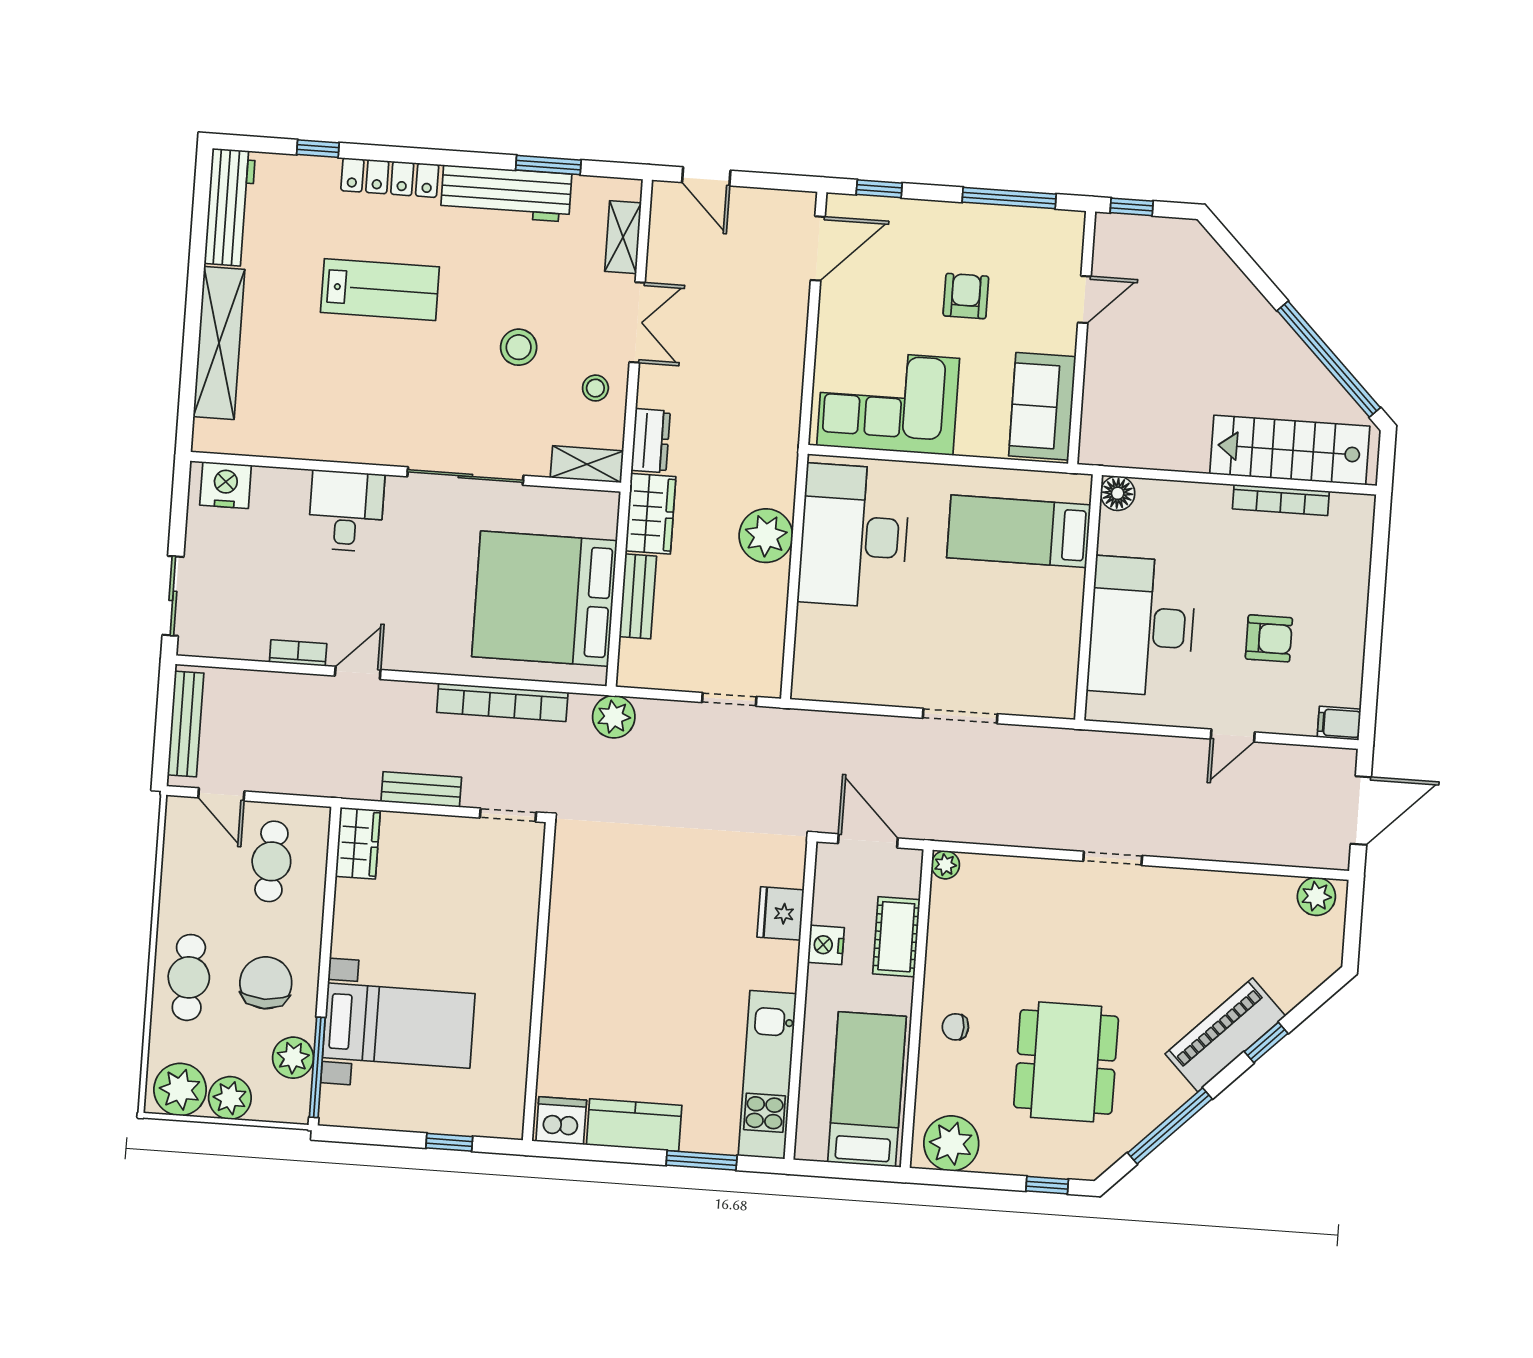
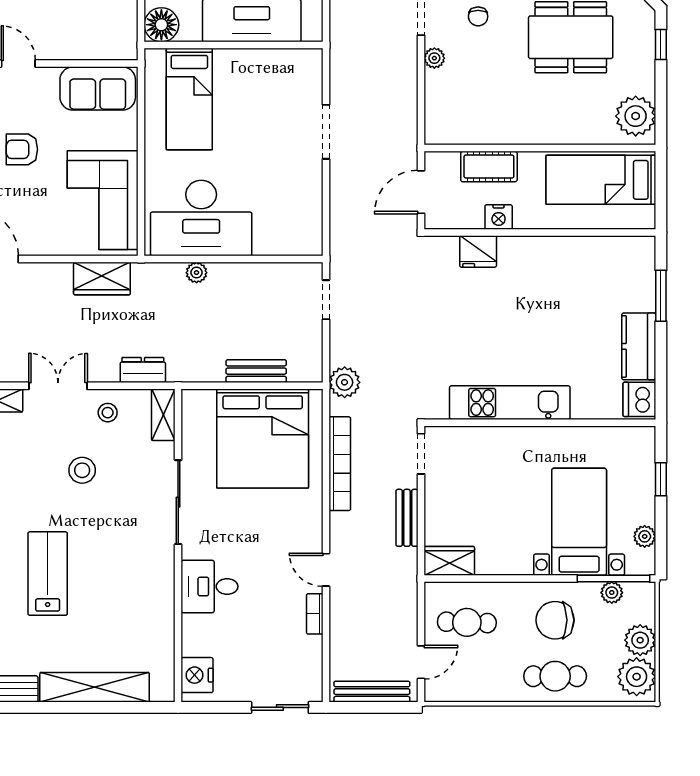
floor lamp: (1118, 493) -> (161, 25), width x1.38, depth x1.38
wardrobe: (651, 514) -> (102, 279), moved, turned 180
plant: (766, 536) -> (197, 273), width x0.53, depth x0.53
plant: (945, 865) -> (434, 58), moved
chair: (955, 1027) -> (478, 16), moved
plant: (293, 1058) -> (612, 593), width x0.73, depth x0.73
kitchen unit: (767, 1075) -> (510, 403), moved, turned 180
plant: (372, 1114) -> (645, 536), added

